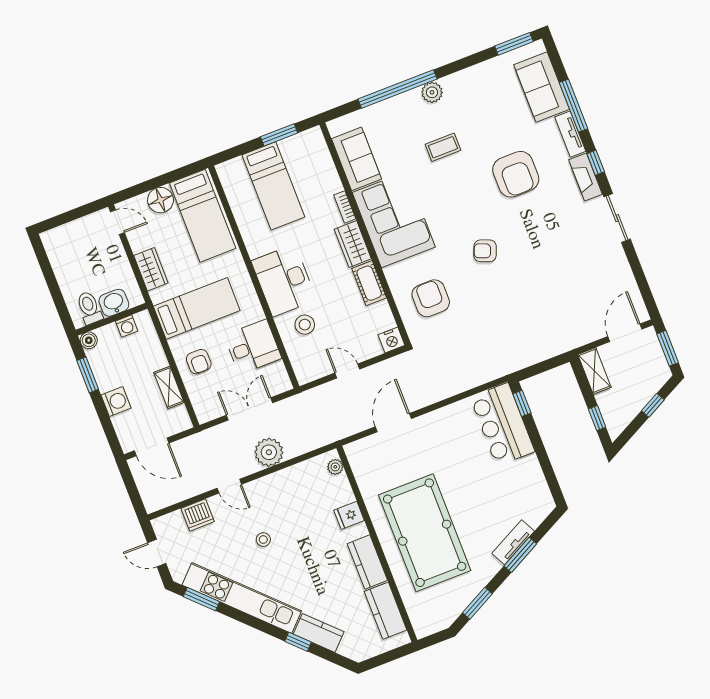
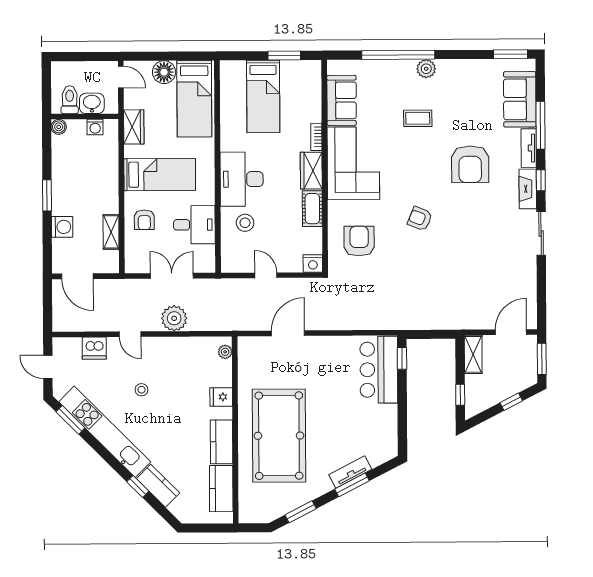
washbasin: (114, 303) -> (92, 103), moved
toilet: (89, 308) -> (70, 100), moved
wall: (112, 319) -> (85, 116), moved
washing machine: (127, 326) -> (95, 127), moved
boiler: (89, 340) -> (59, 127), moved

